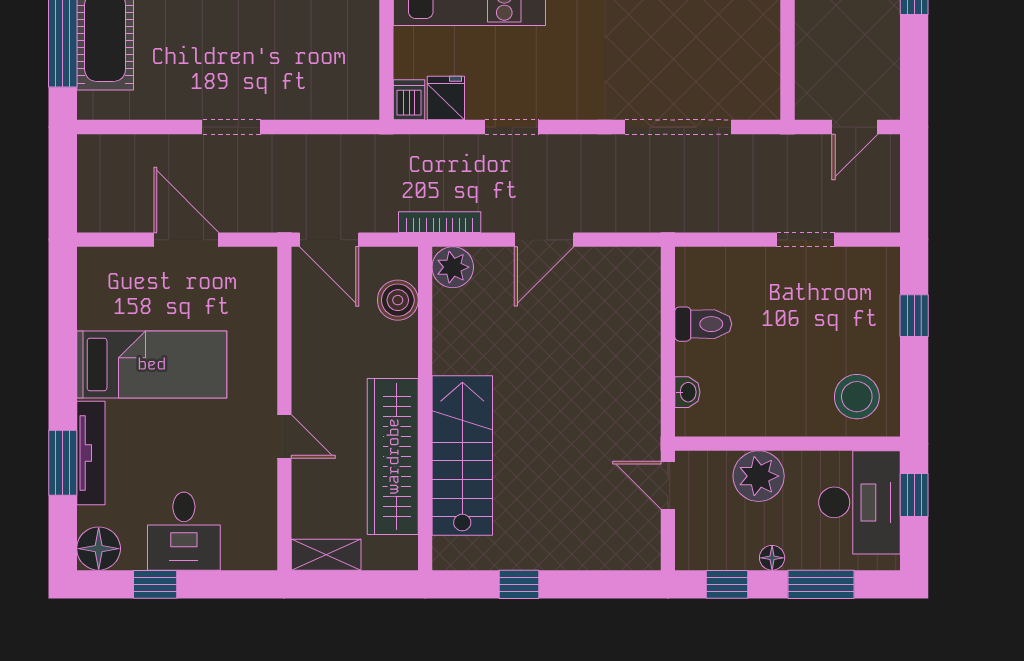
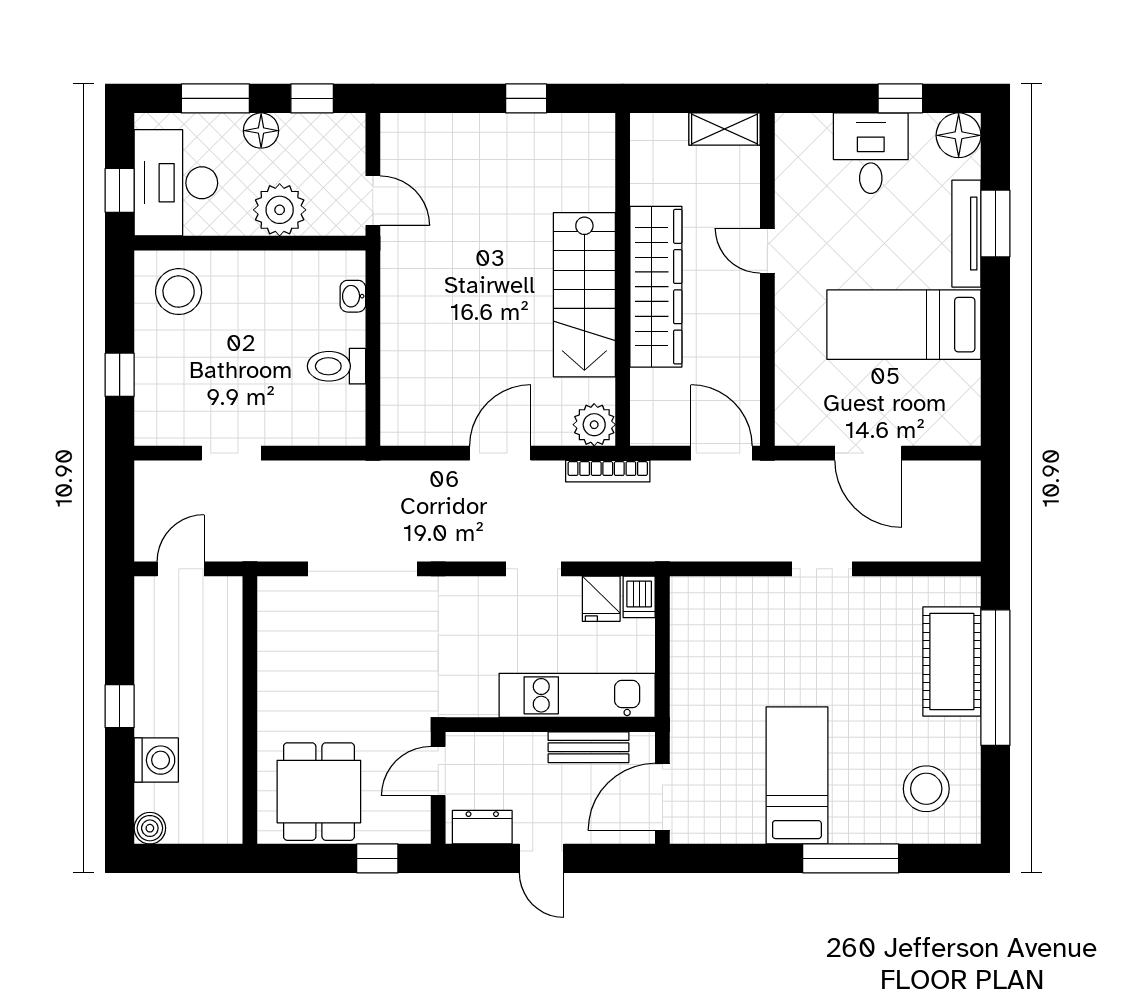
boiler: (398, 300) -> (651, 391), removed
stairs: (462, 455) -> (584, 295), moved
wardrobe: (393, 456) -> (656, 287), moved
floor lamp: (772, 558) -> (261, 131), width x1.37, depth x1.37

